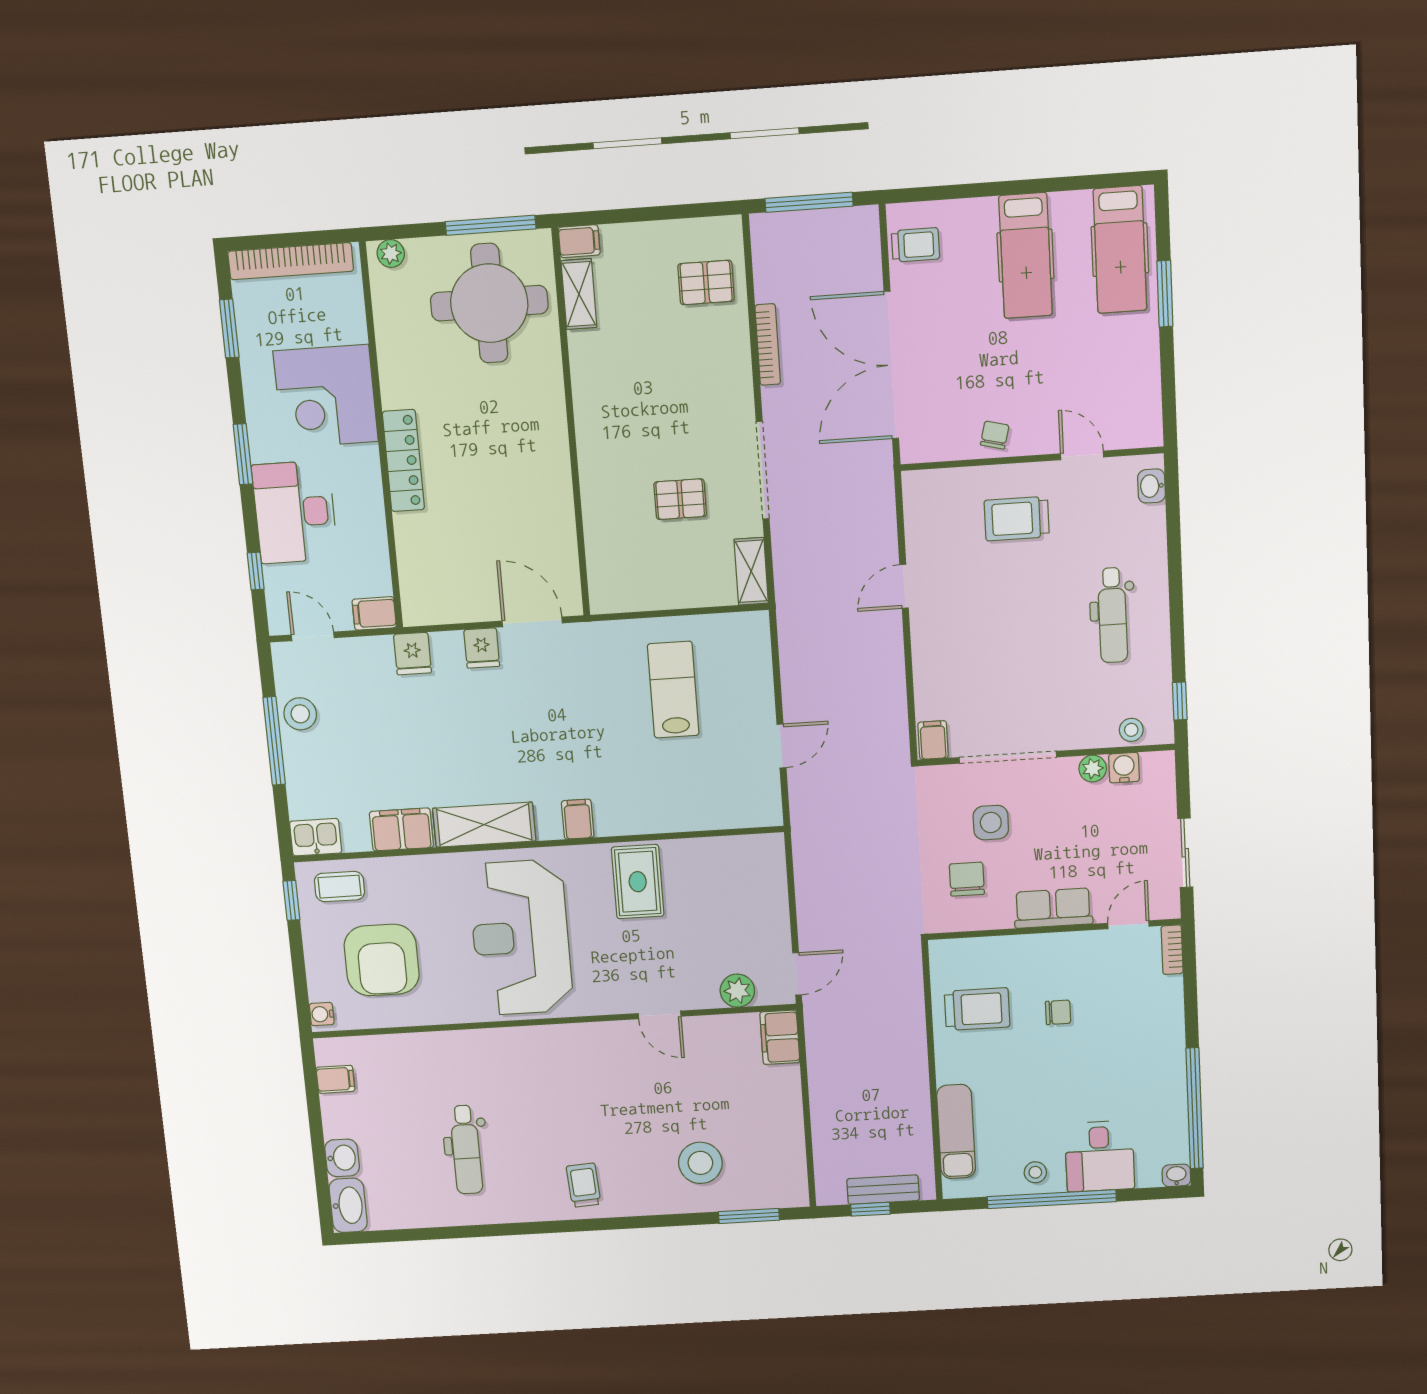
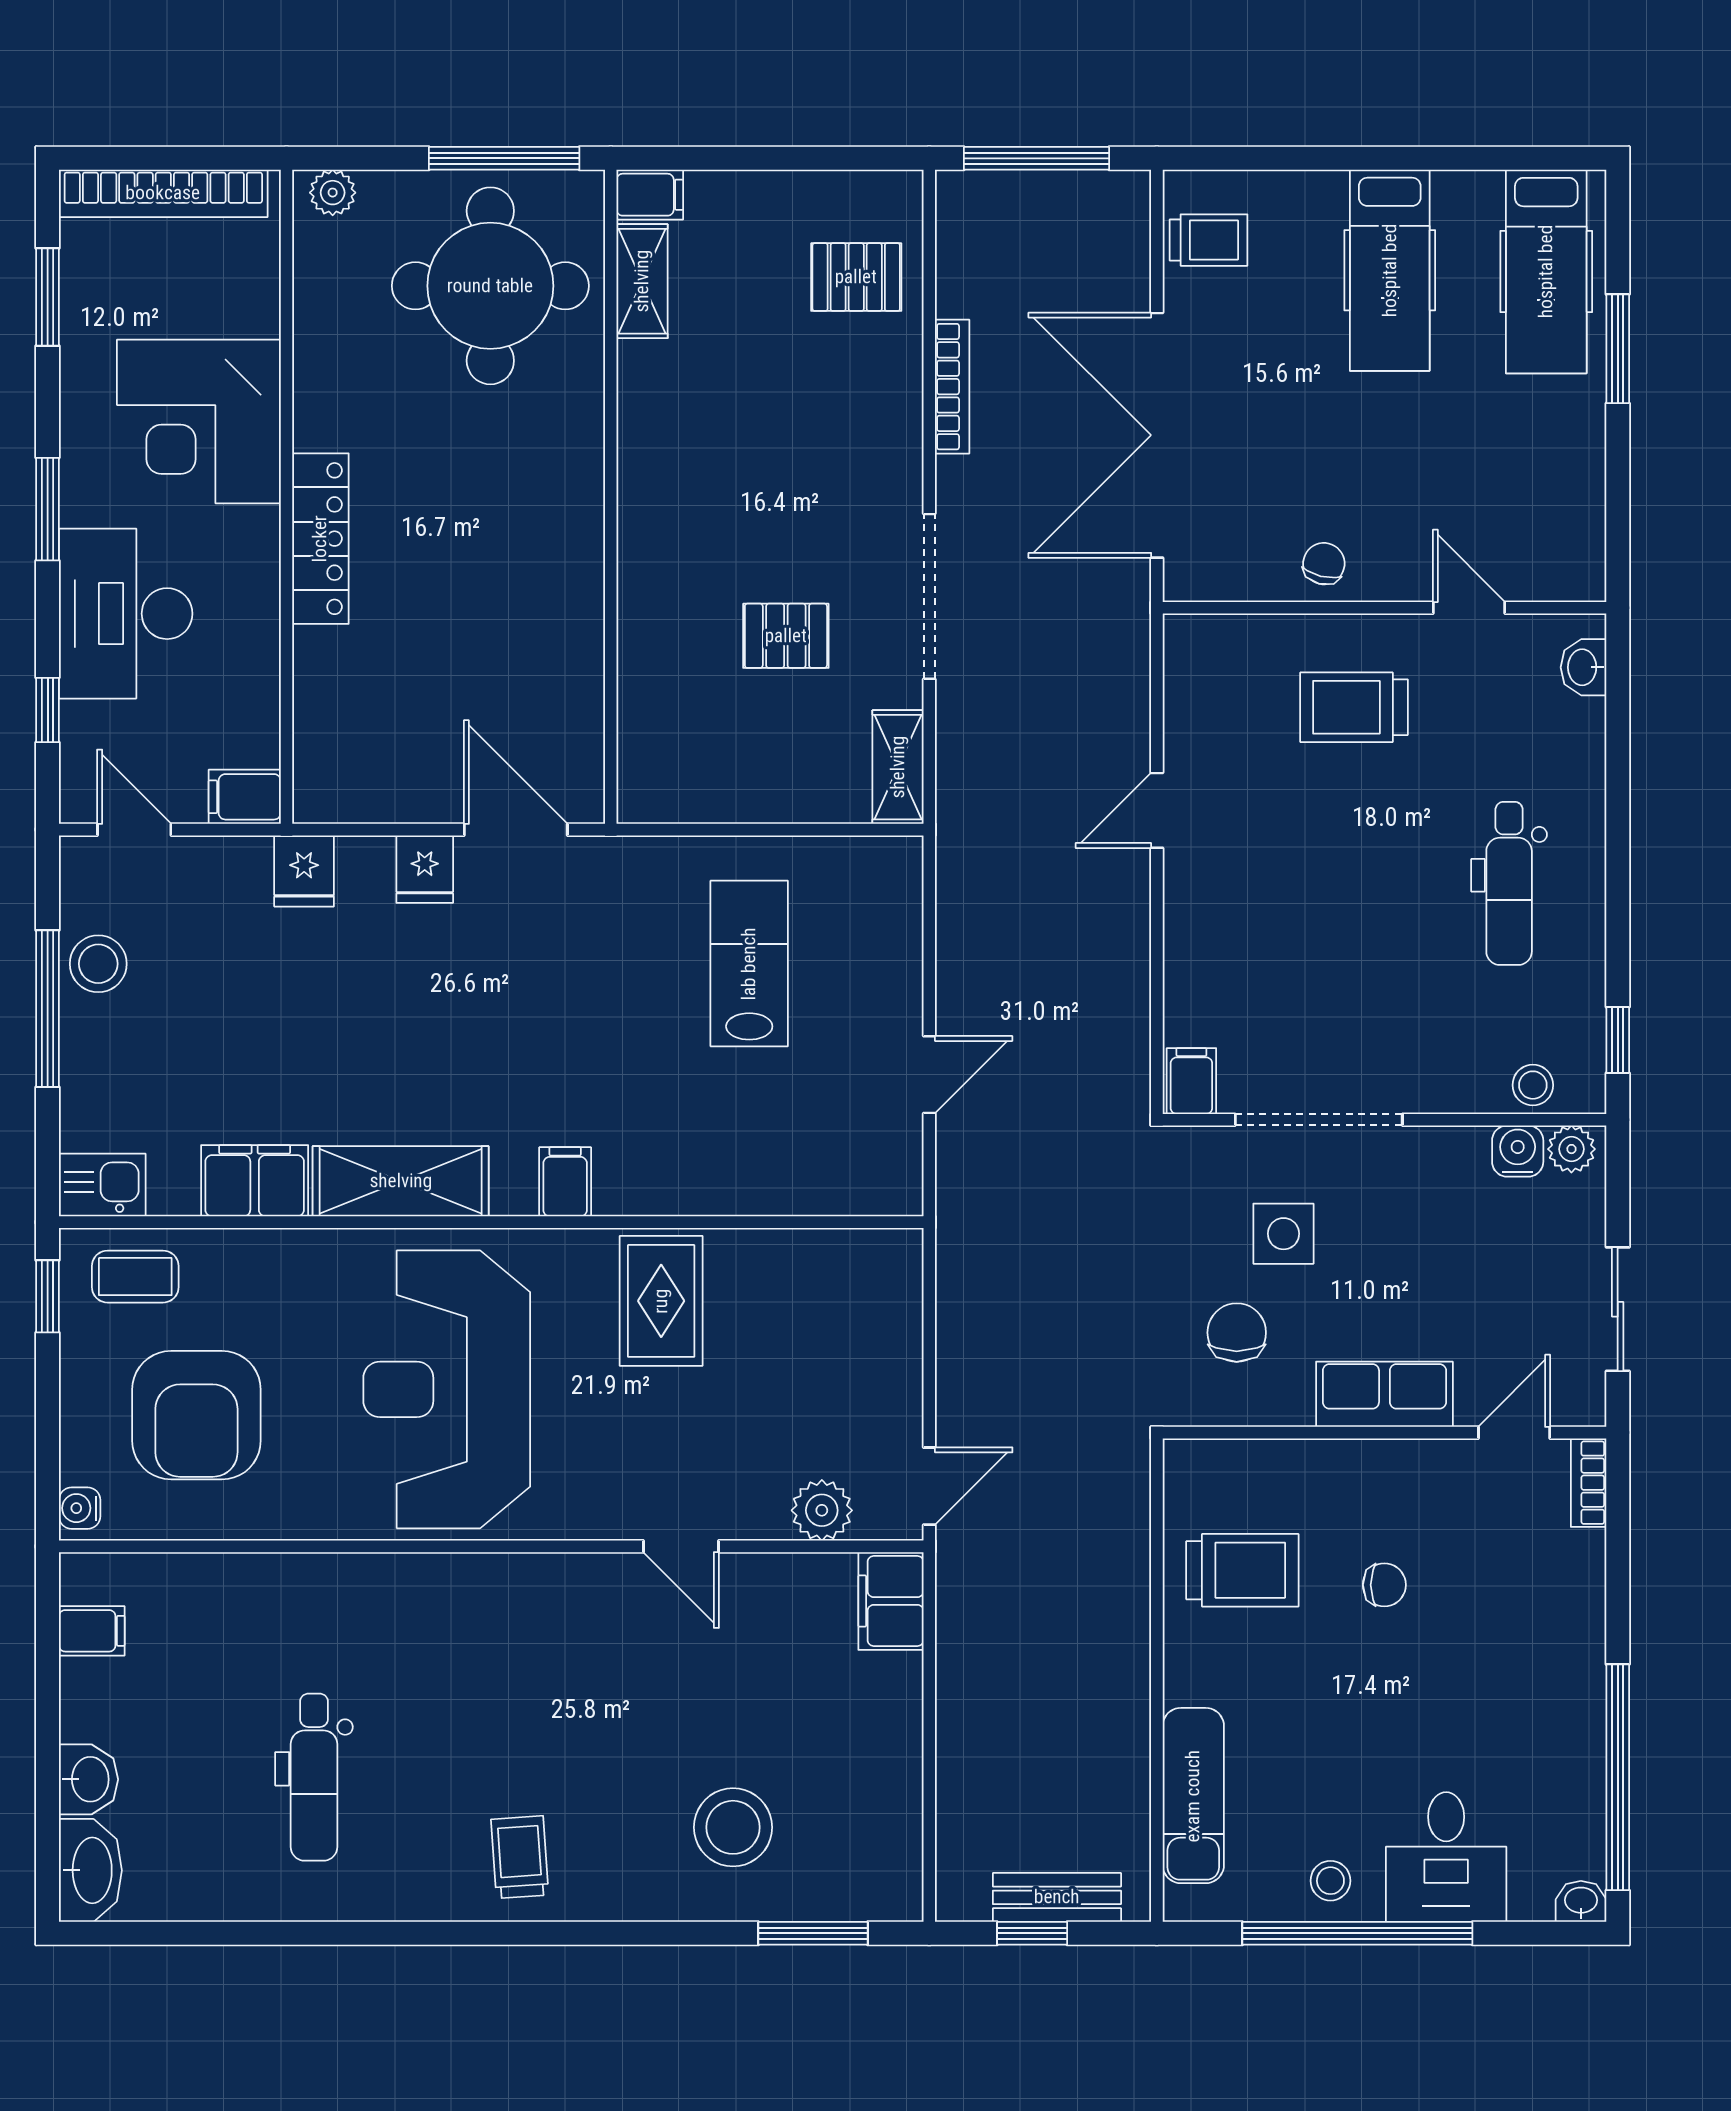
plant: (1093, 769) -> (1571, 1149), moved

